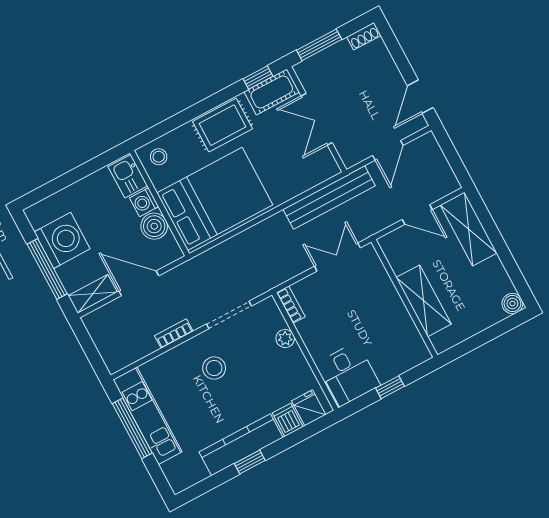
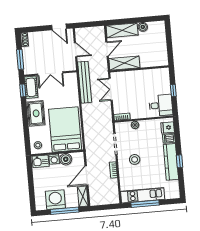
shelving: (424, 301) -> (124, 63), moved
boiler: (512, 303) -> (143, 27), moved

